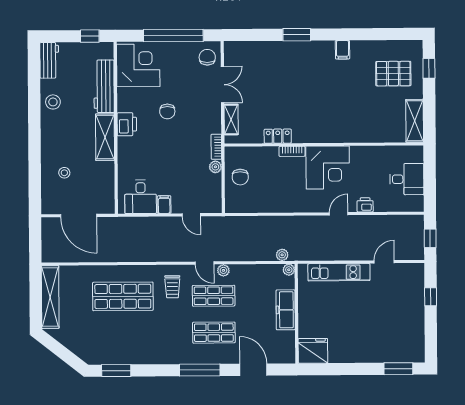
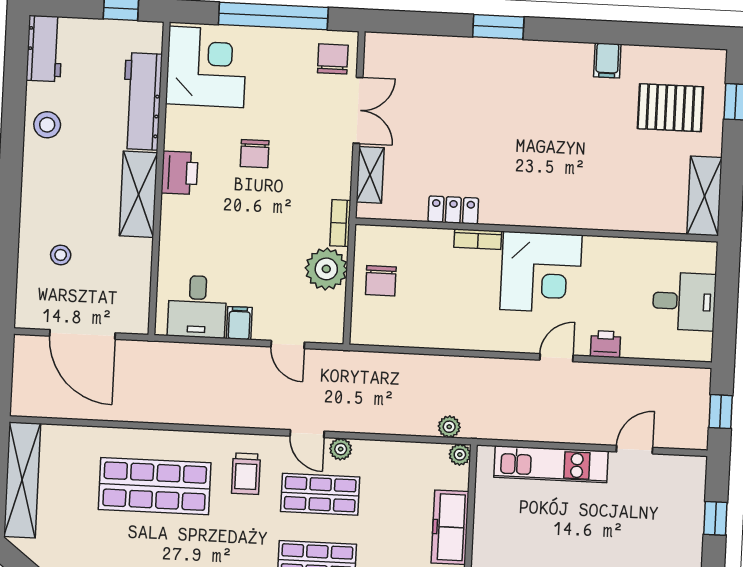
filing cabinet: (343, 50) -> (607, 60), moved
plant: (215, 167) -> (326, 269), width x1.88, depth x1.88

